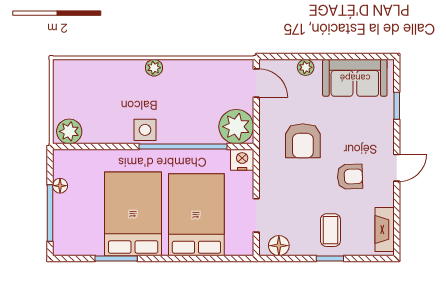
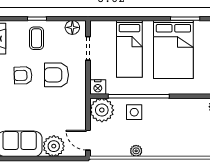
plant: (306, 67) -> (54, 146), width x1.88, depth x1.88
plant: (154, 68) -> (136, 151), moved
side table: (145, 130) -> (134, 112), moved
armchair: (303, 141) -> (56, 75), moved, turned -90
bed: (196, 215) -> (129, 49), width x0.67

